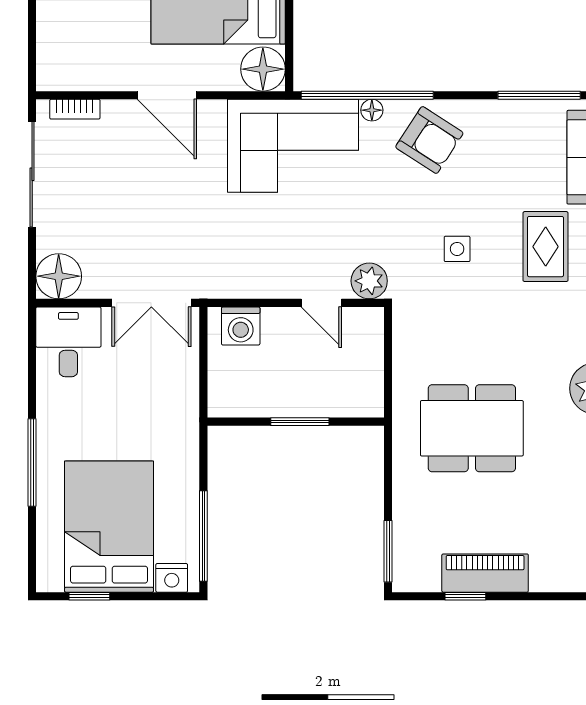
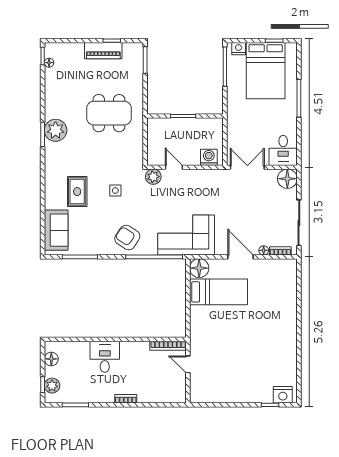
floor lamp: (372, 110) -> (264, 250), moved

